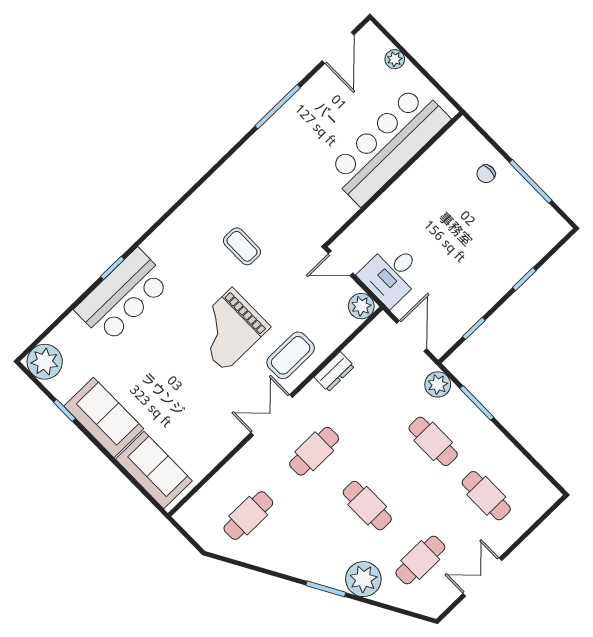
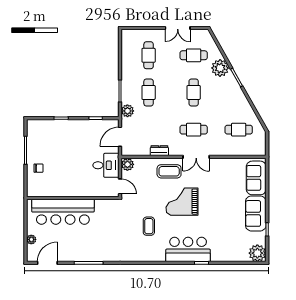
bar counter: (123, 296) -> (188, 249), moved
grand piano: (229, 329) -> (182, 202), turned 180

